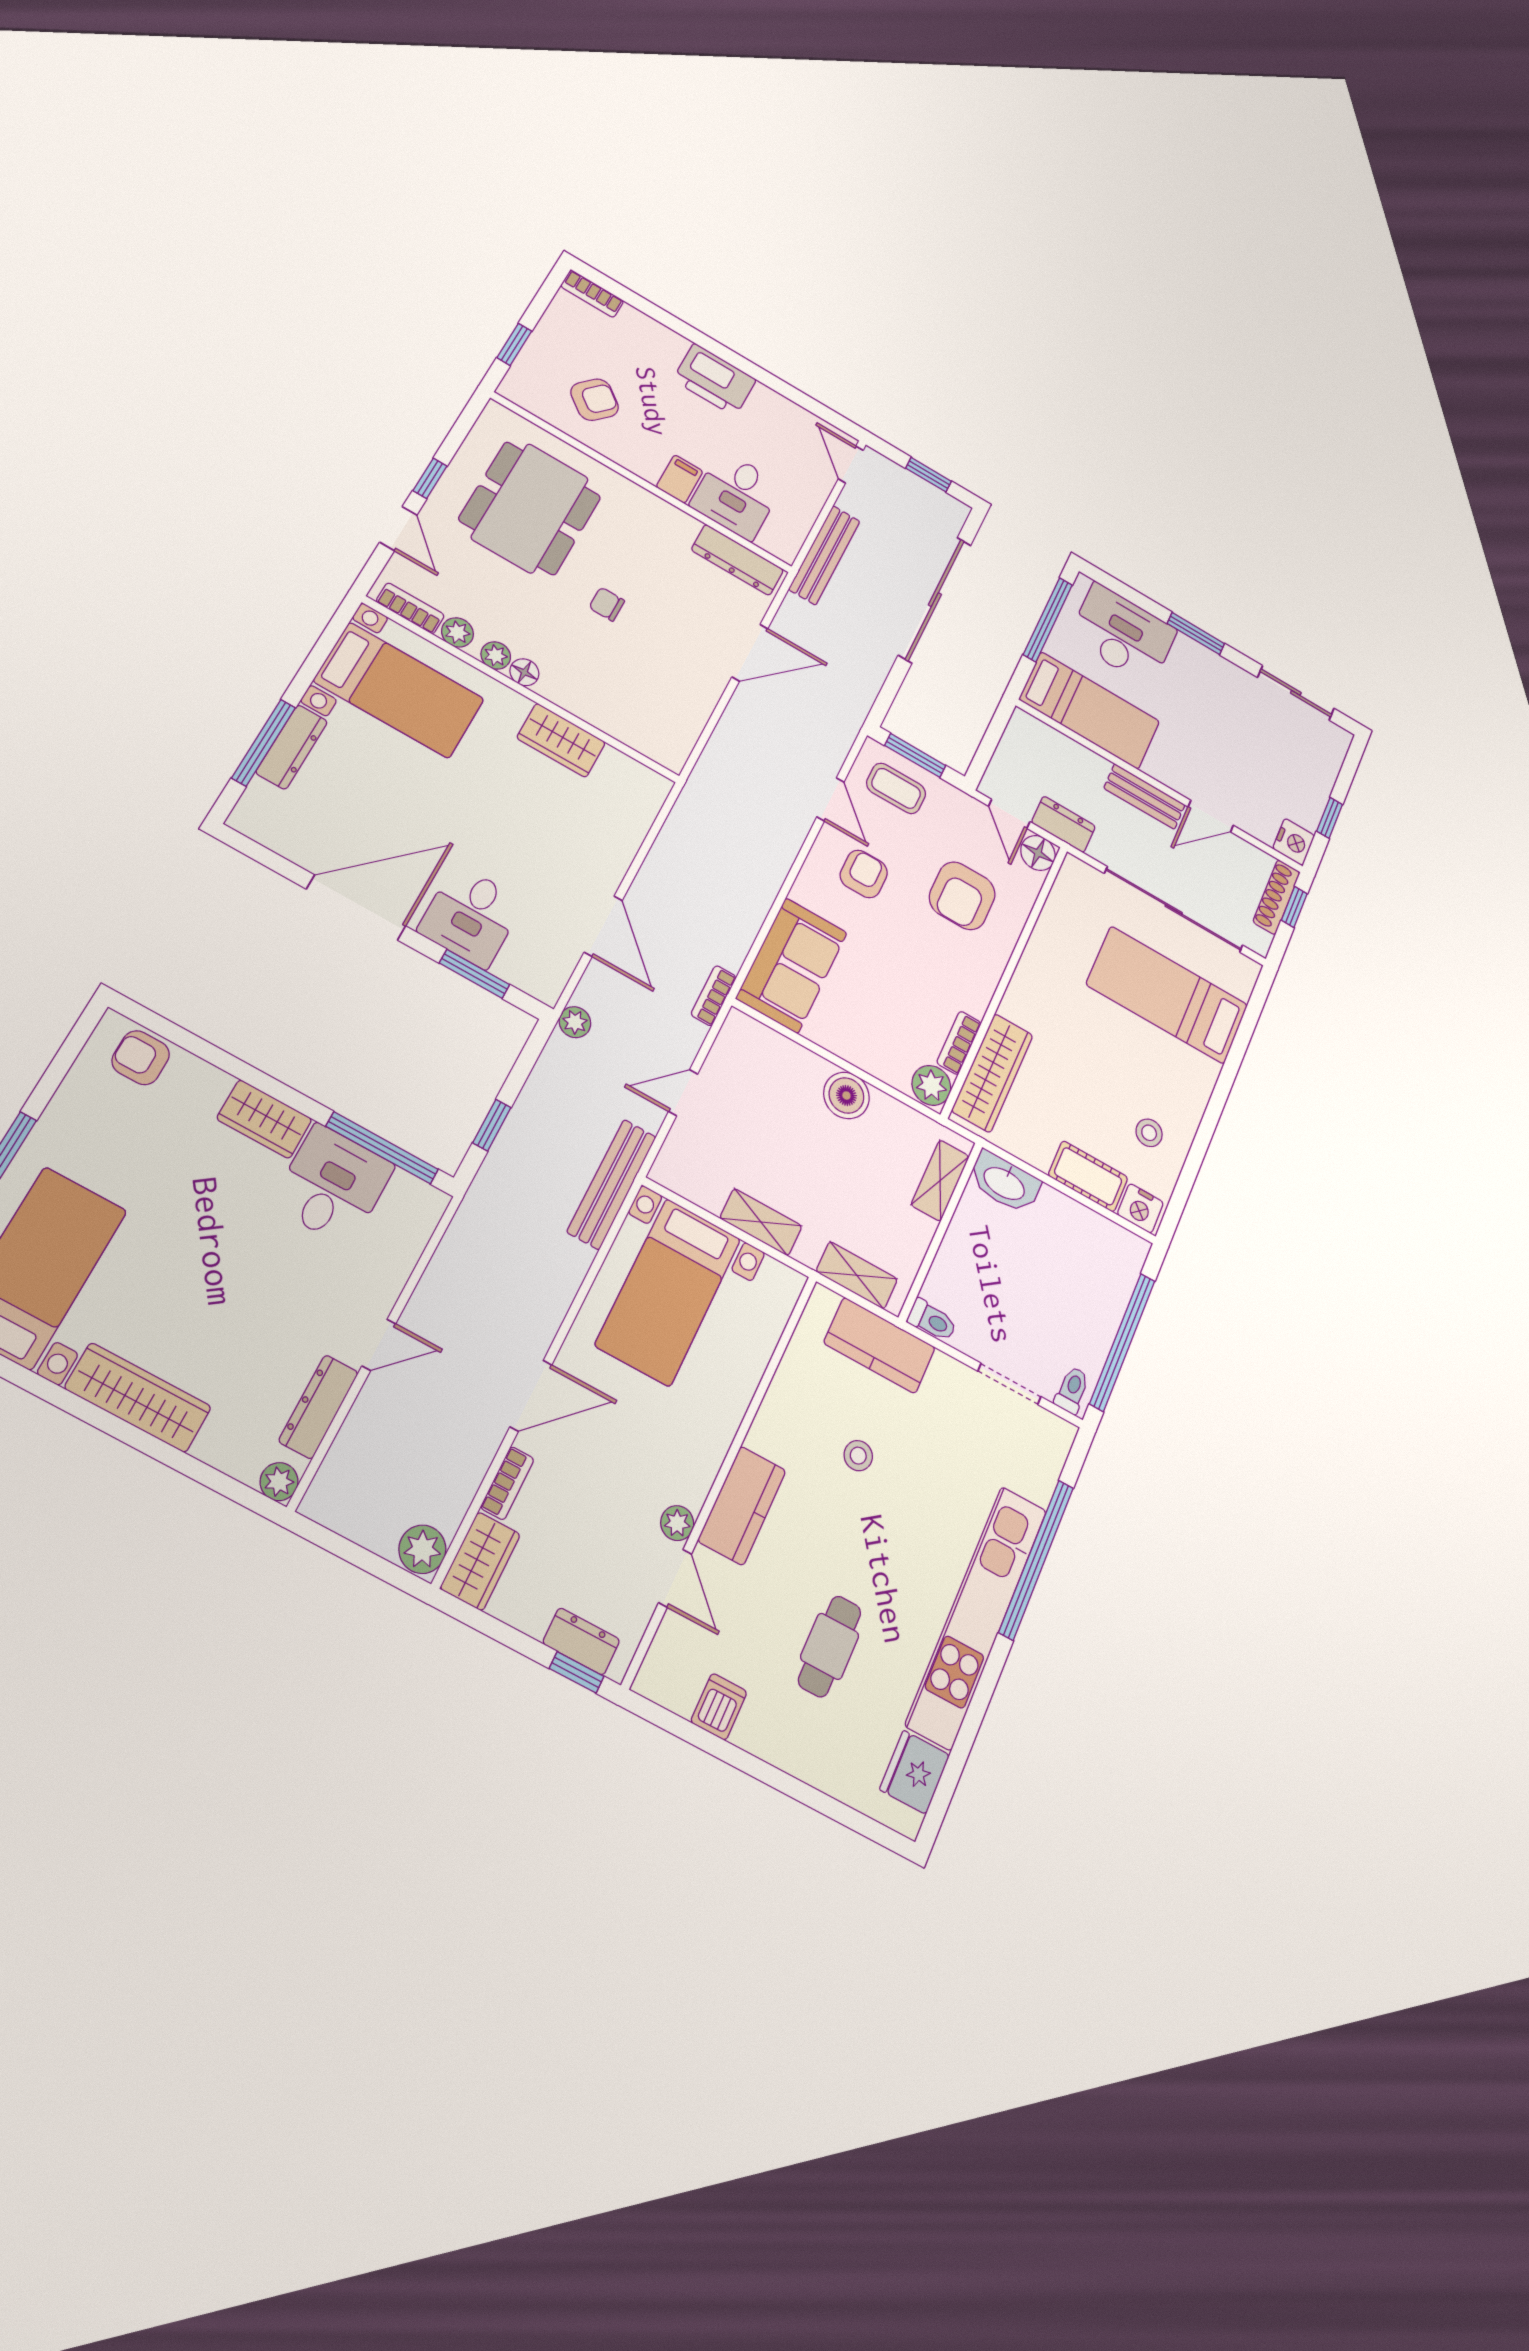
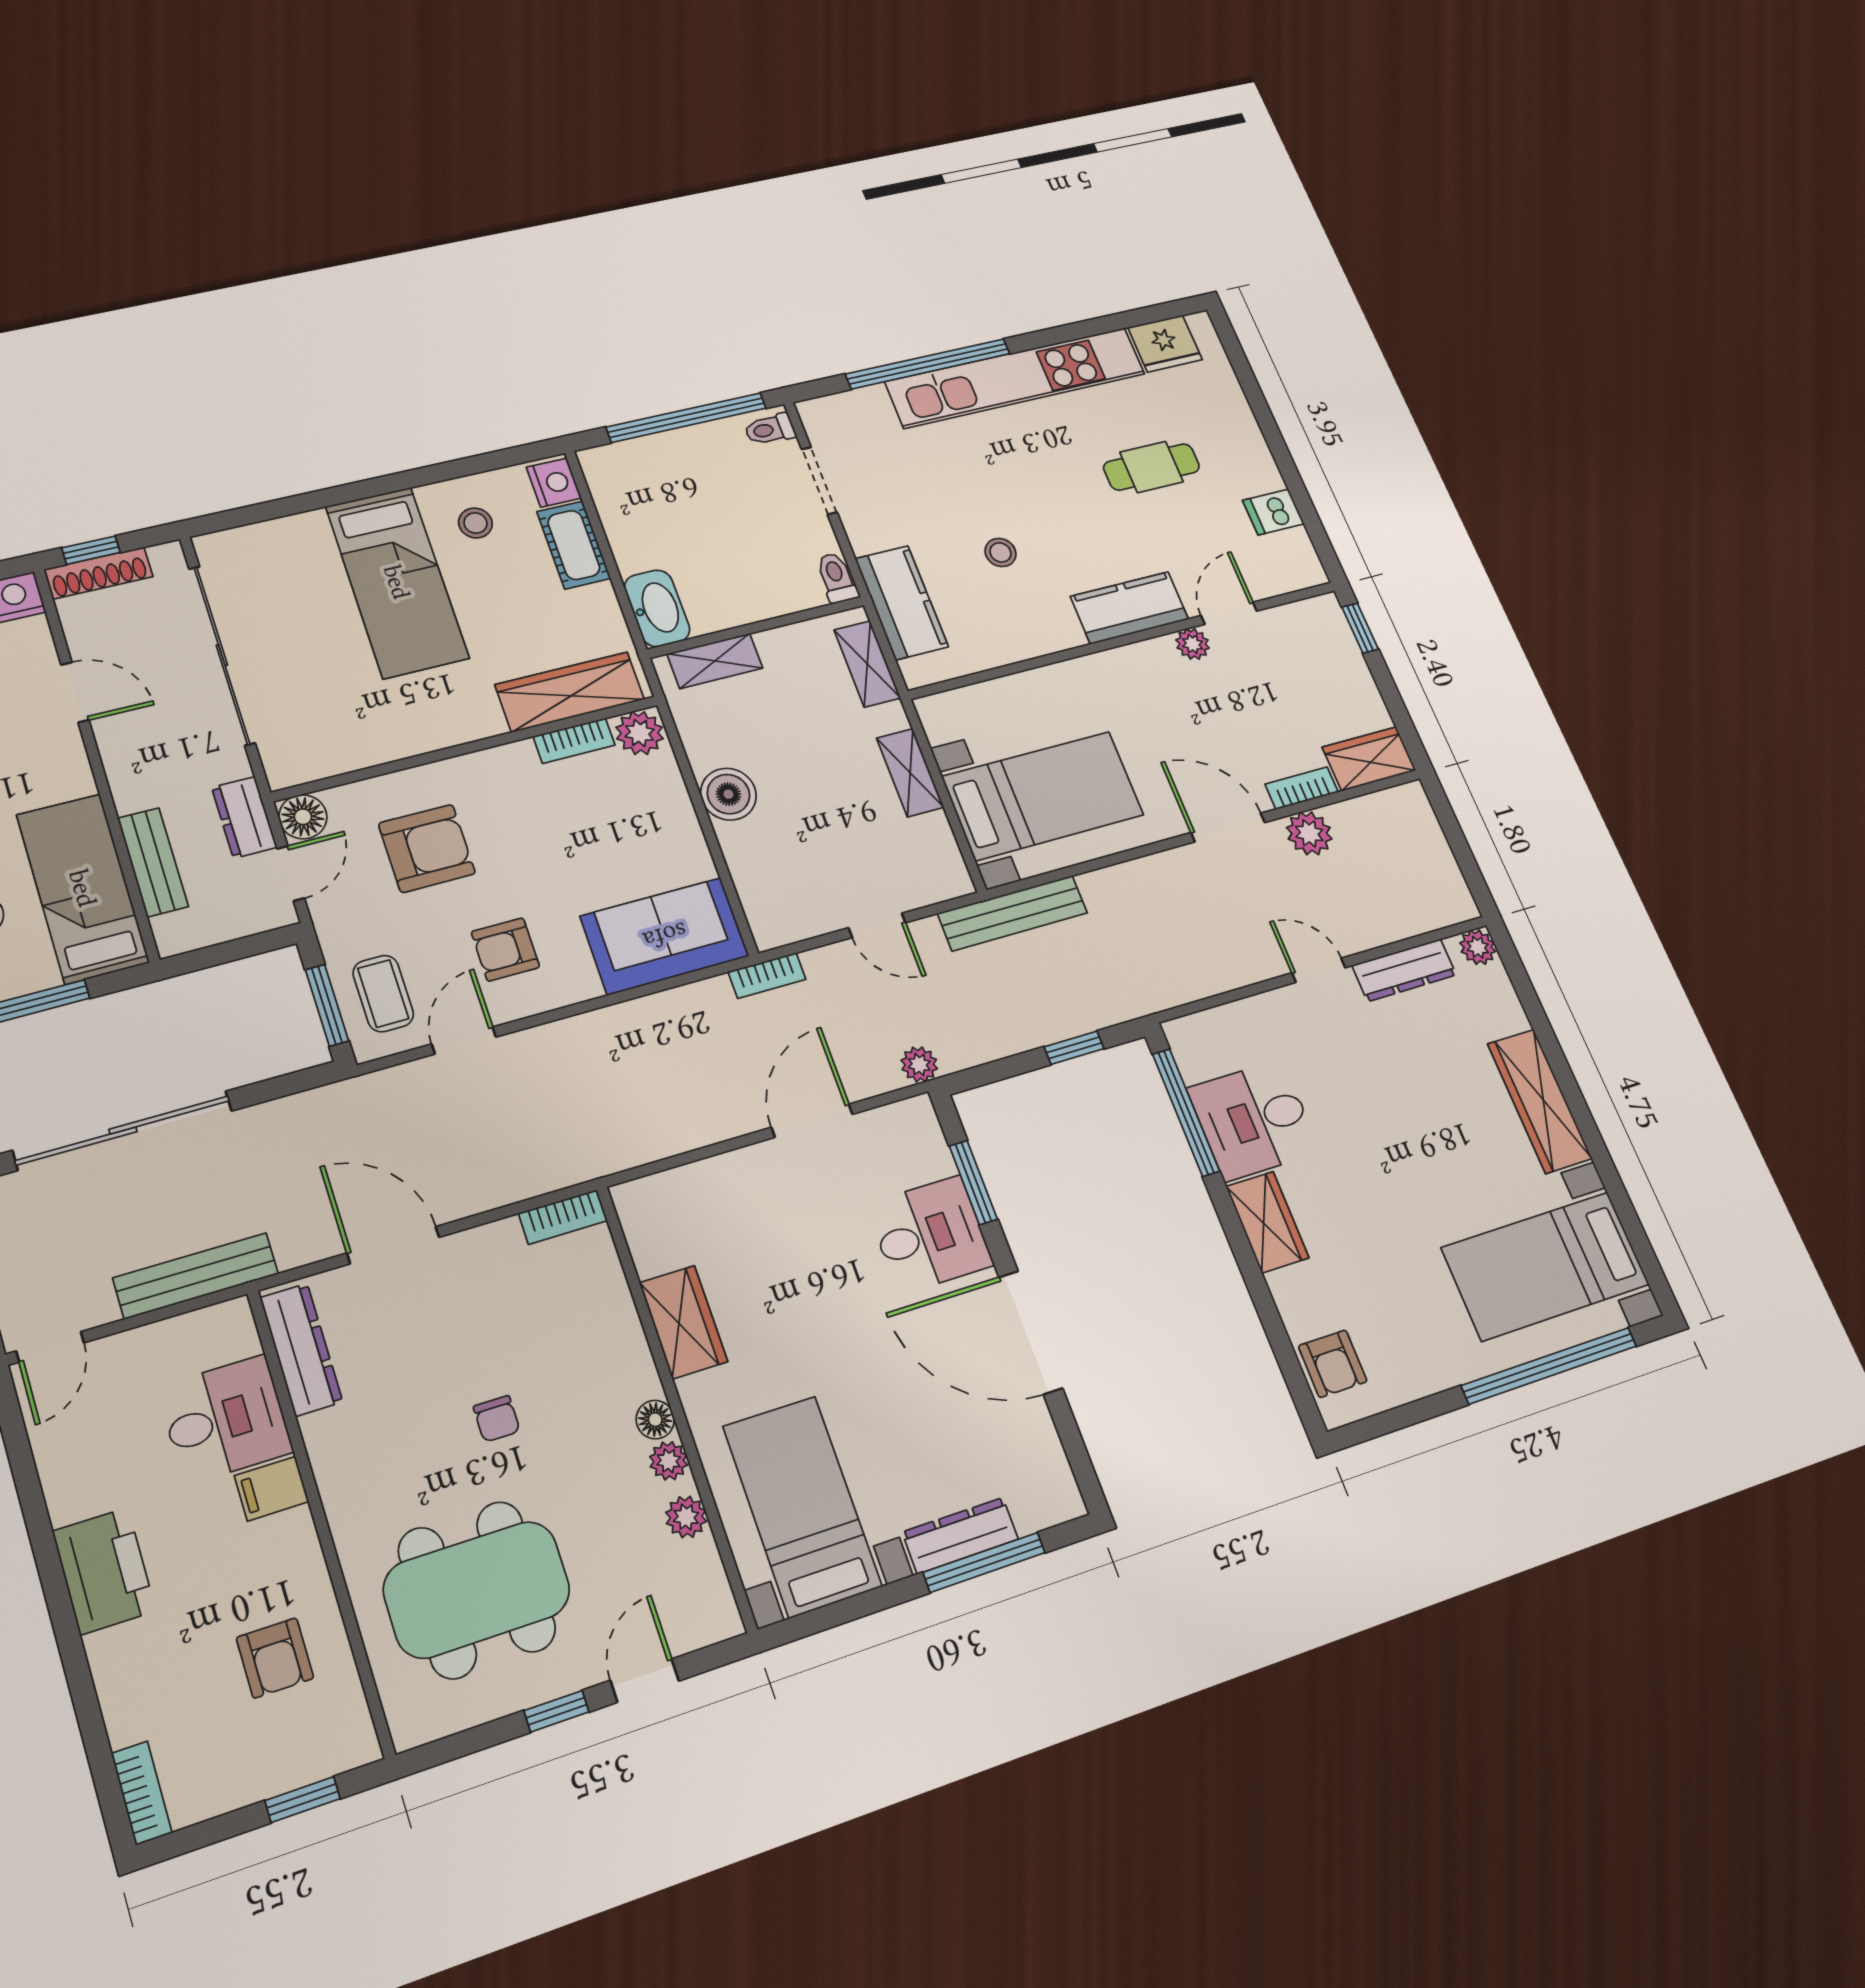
armchair: (595, 400) -> (275, 1658), turned -131
bookcase: (410, 608) -> (563, 1217), moved, turned -90
bench: (1144, 796) -> (153, 862), moved
bed: (1167, 995) -> (397, 582), moved
plant: (422, 1549) -> (1309, 833), moved
dresser: (581, 1641) -> (1339, 642), removed

